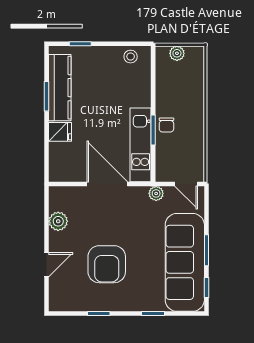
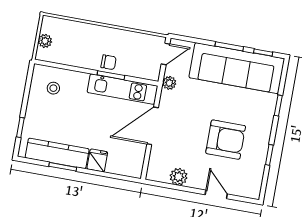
stool: (131, 57) -> (53, 88), moved

